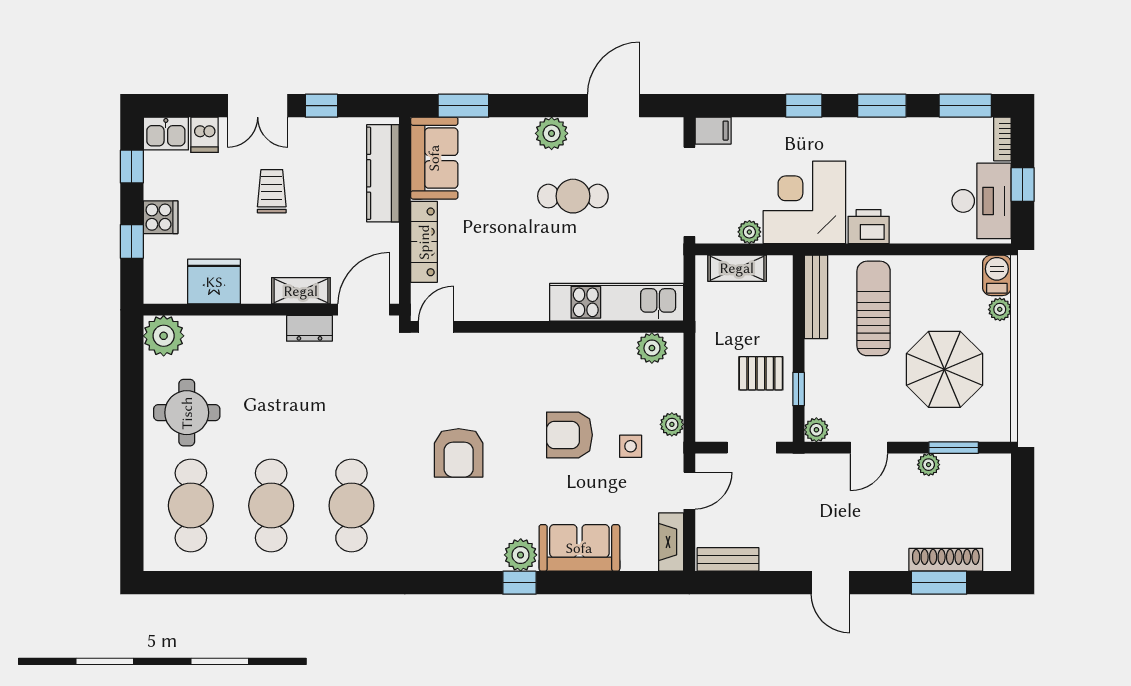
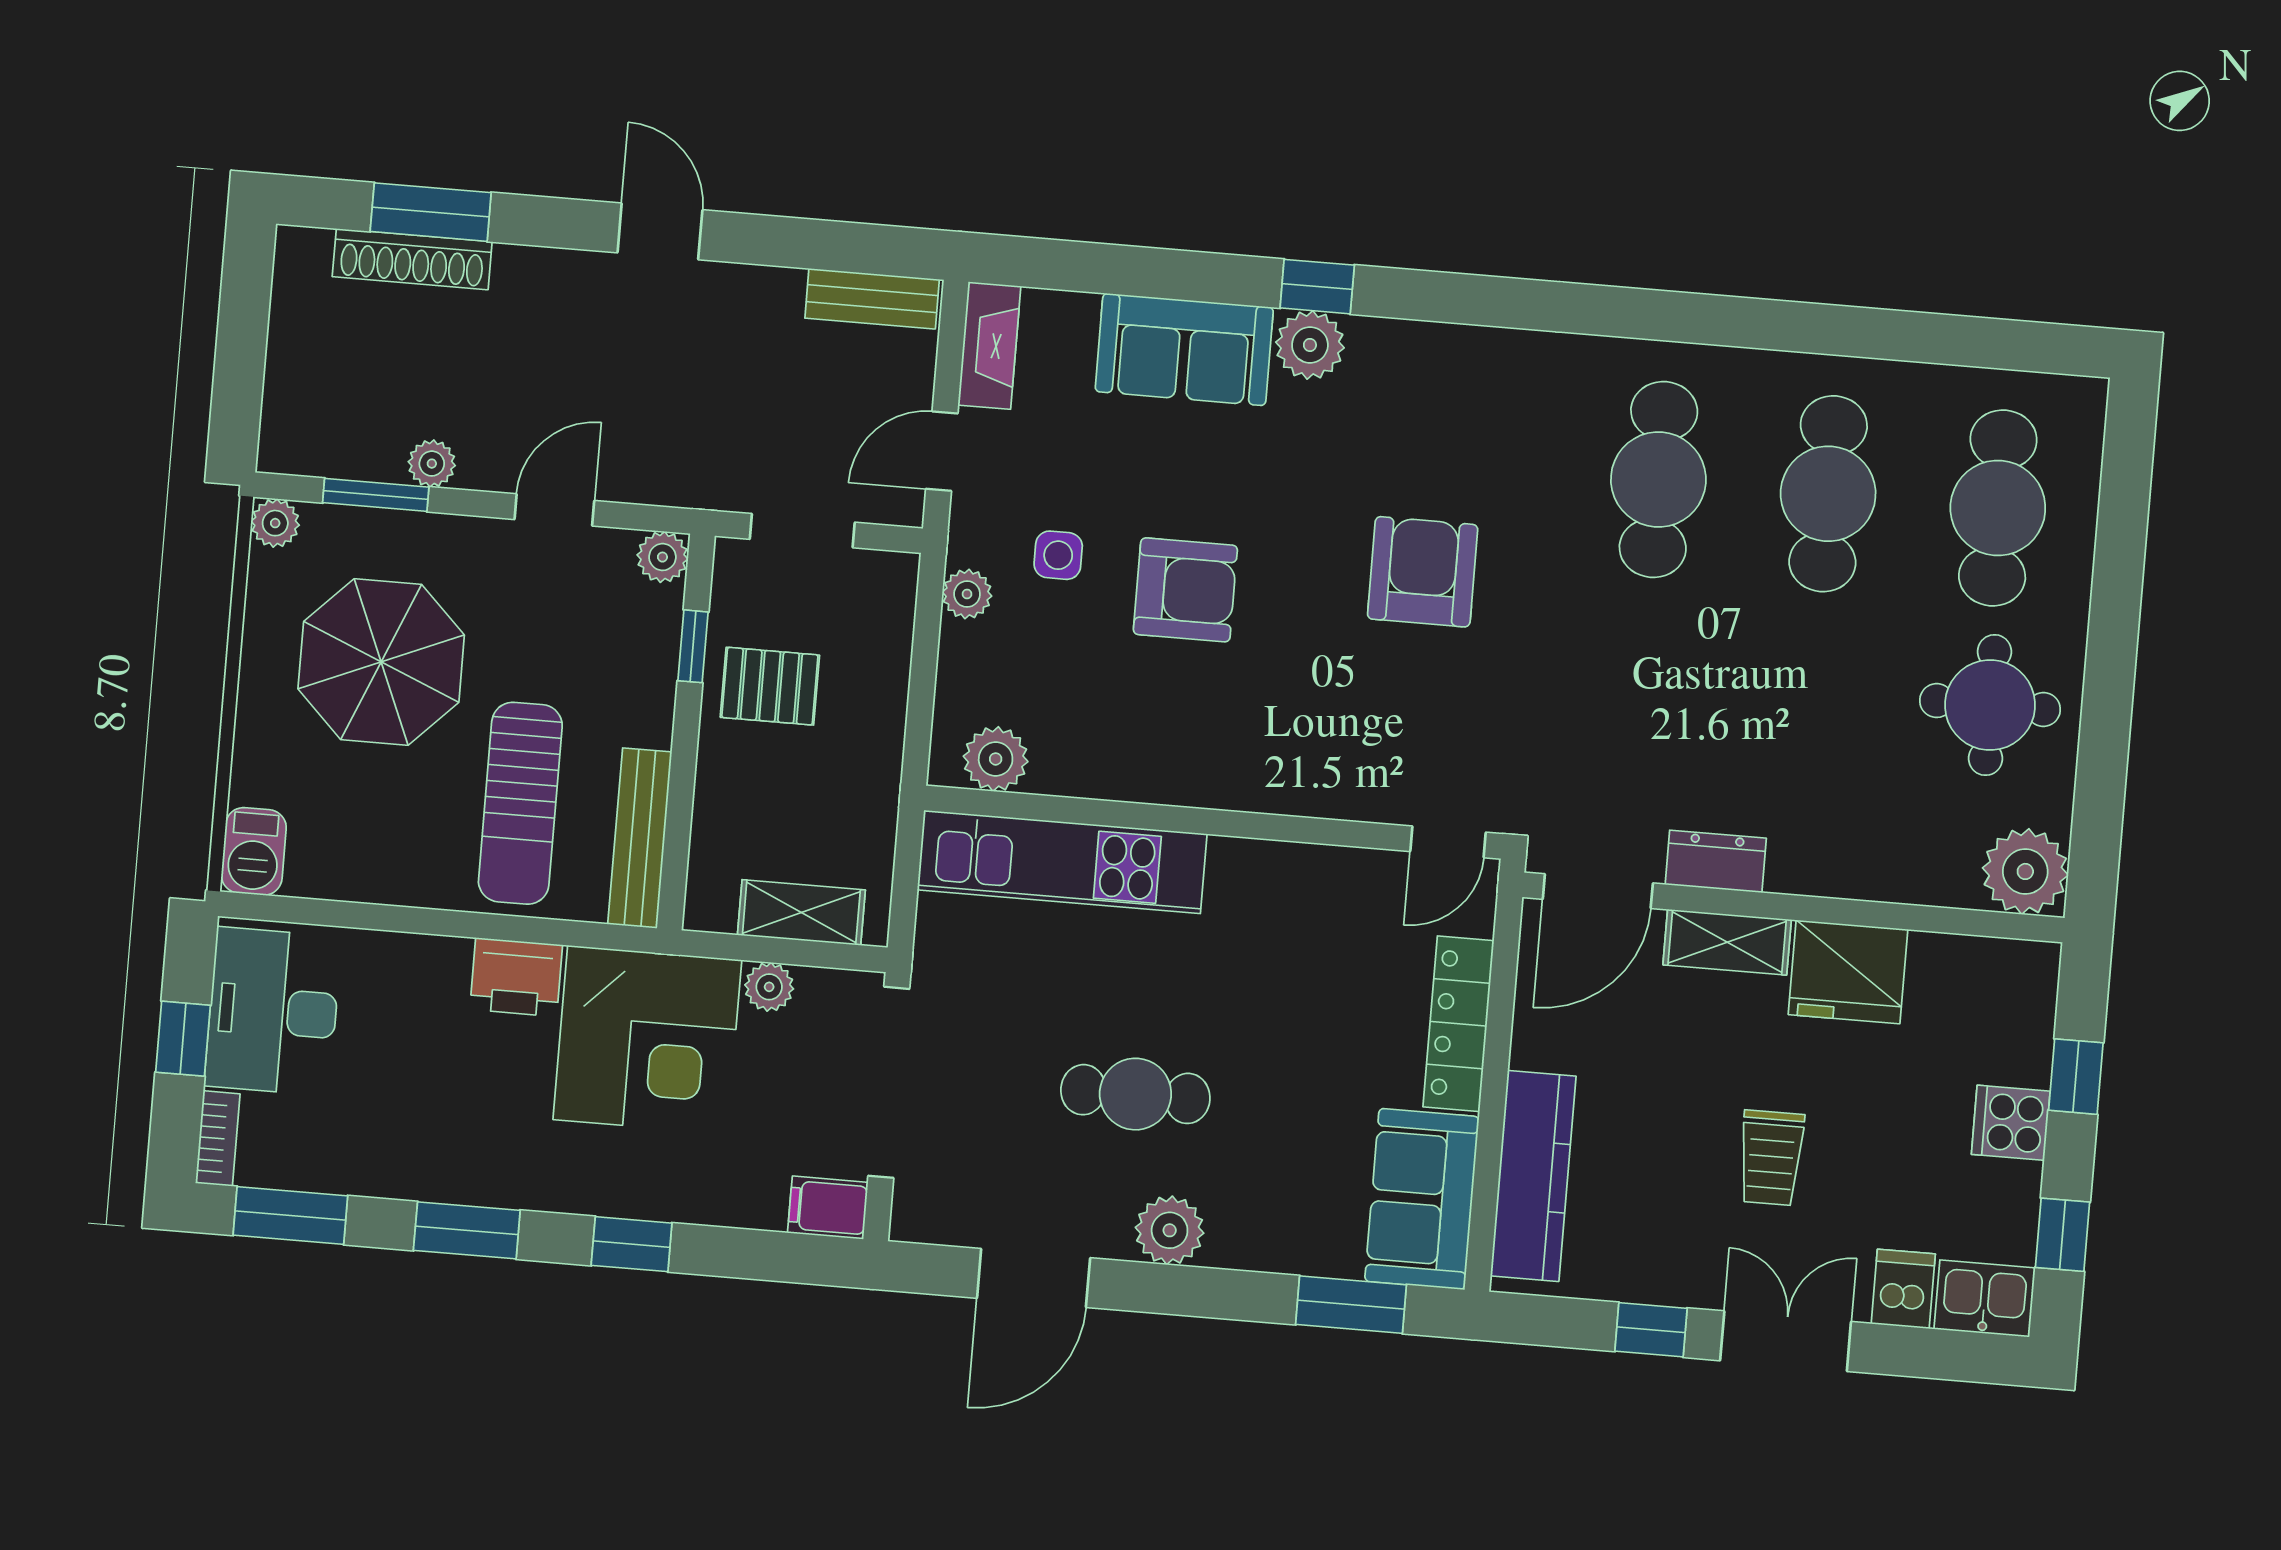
fridge: (214, 282) -> (1848, 972), moved
plant: (1000, 309) -> (275, 523), moved

